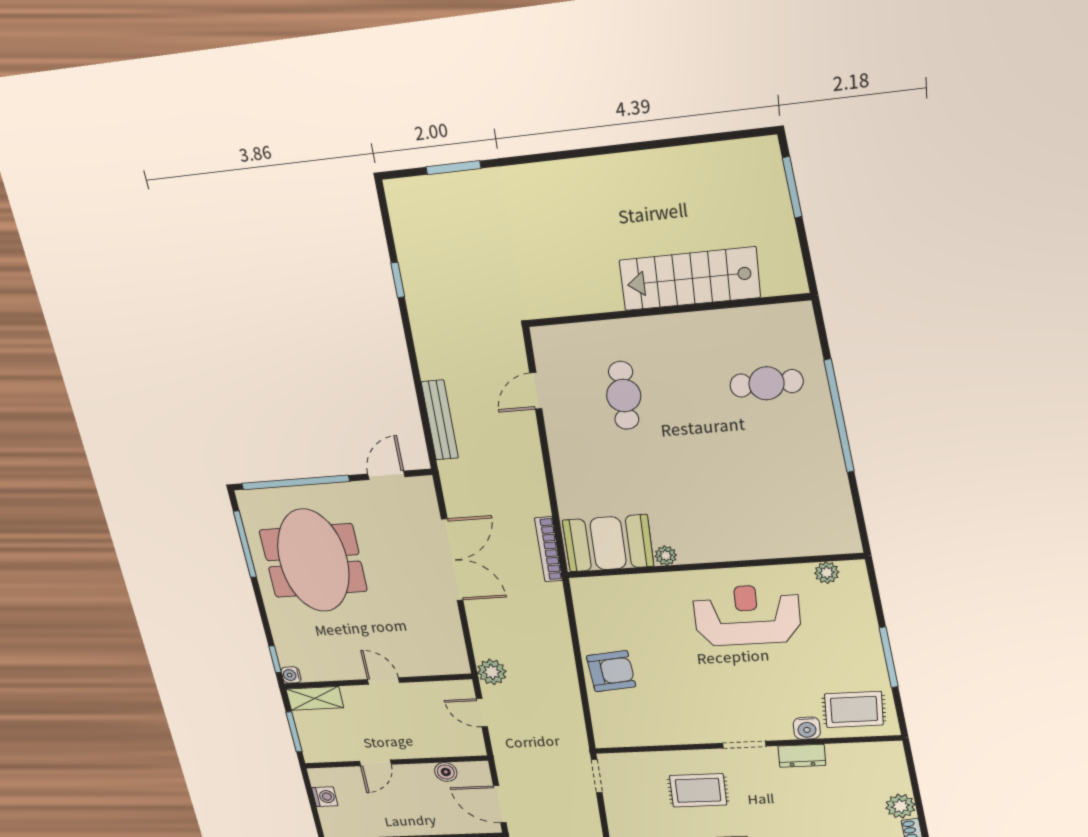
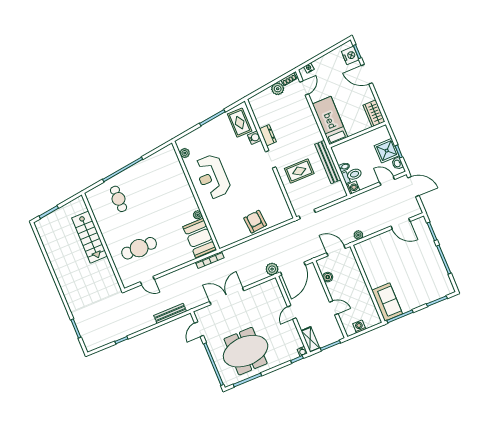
cafe table: (624, 396) -> (139, 248), width x1.37, depth x1.35
door: (386, 475) -> (199, 329), hinge flipped
door: (482, 713) -> (293, 269), width x1.87
rug: (698, 790) -> (299, 171), turned 90
door: (500, 804) -> (336, 251), swing flipped

